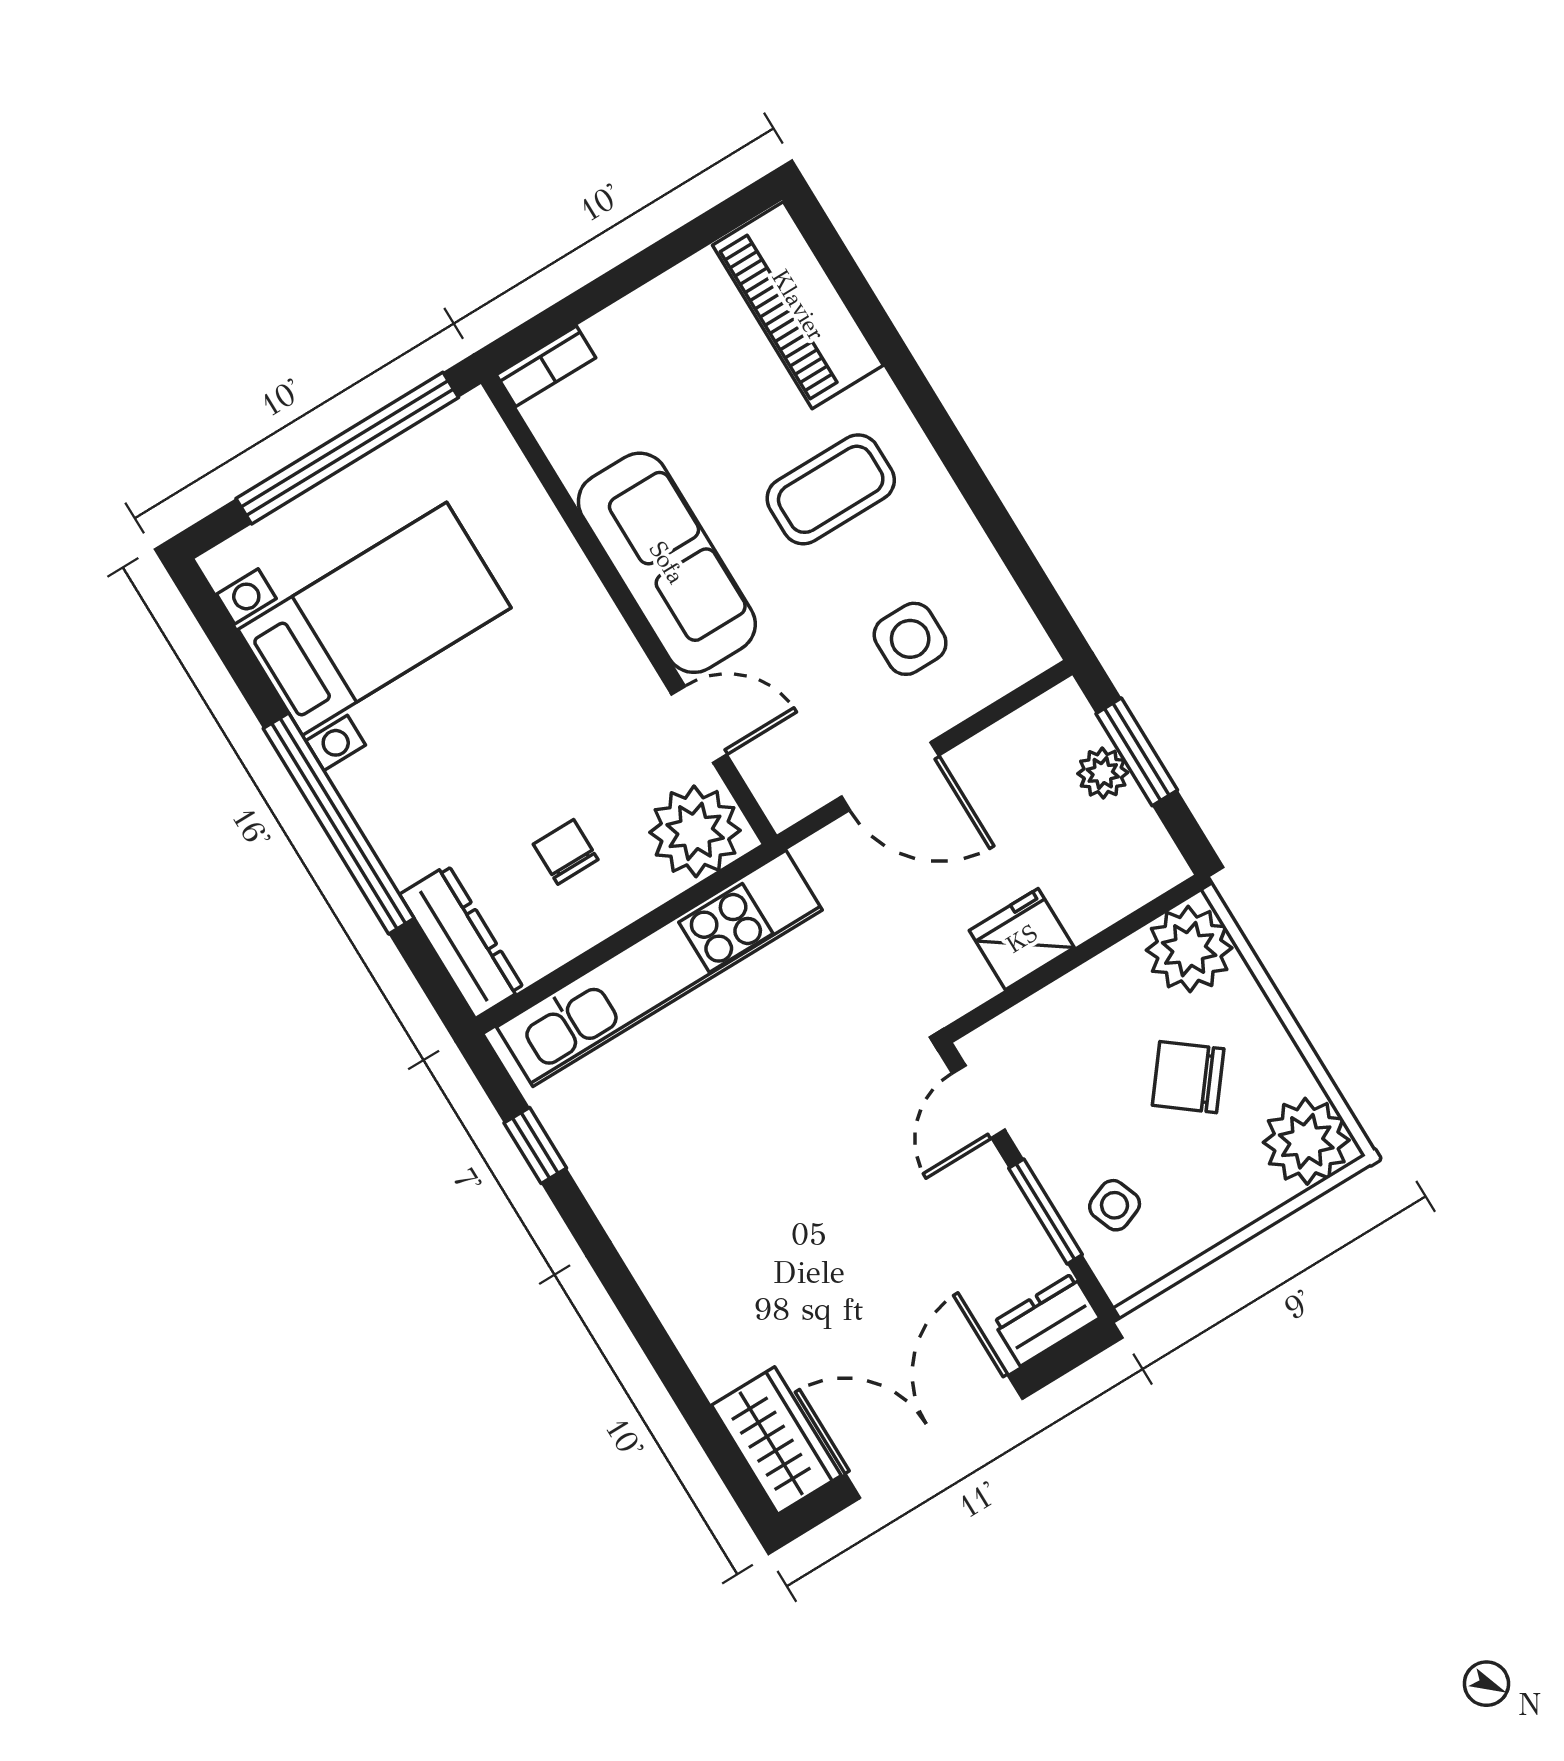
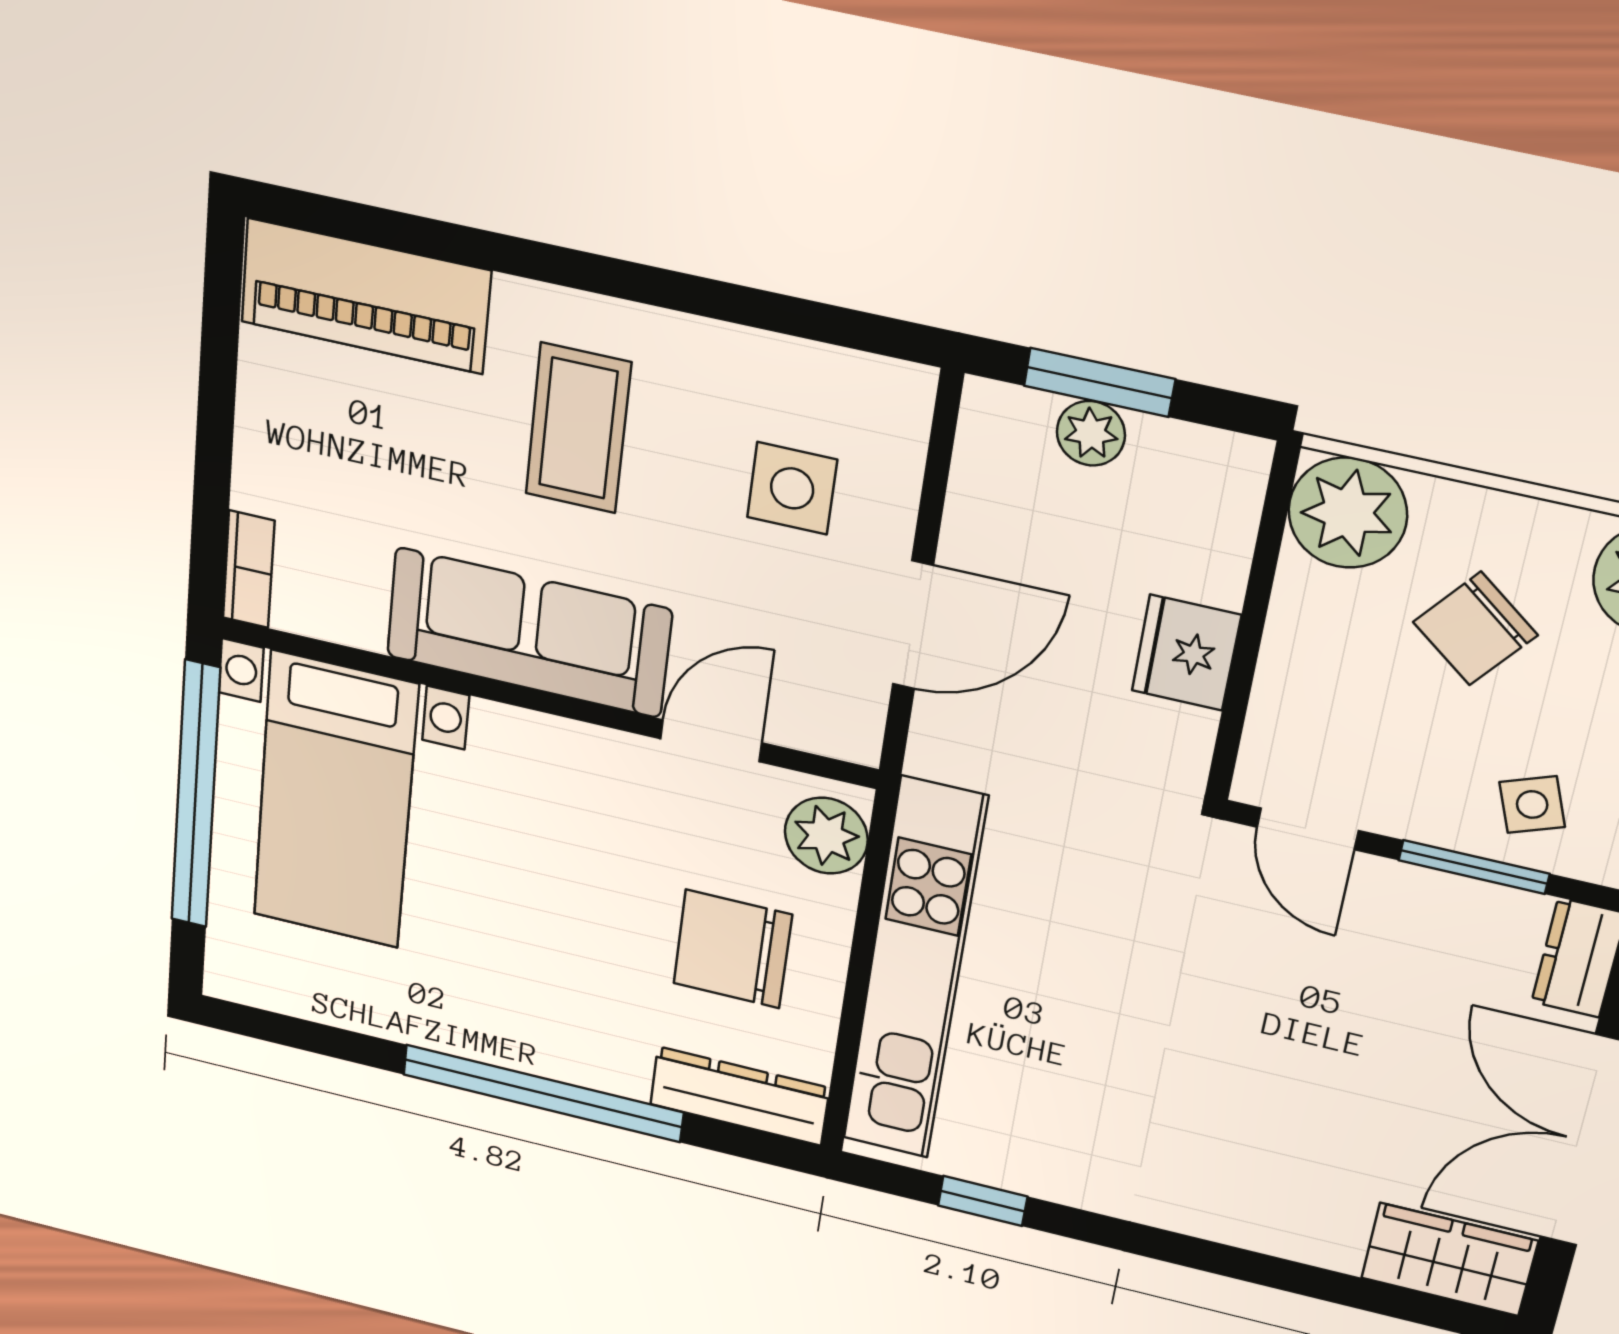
bed with nightstands: (374, 619) -> (335, 801), moved, turned 180
plant: (695, 831) -> (826, 836), width x0.73, depth x0.73
chair: (566, 852) -> (733, 949), width x1.87, depth x1.87

